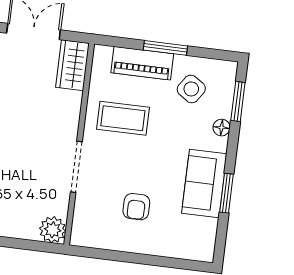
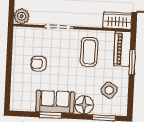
window: (165, 48) -> (132, 62), moved
piano: (142, 63) -> (122, 49), moved
floor lamp: (222, 128) -> (84, 105), width x1.89, depth x1.89

